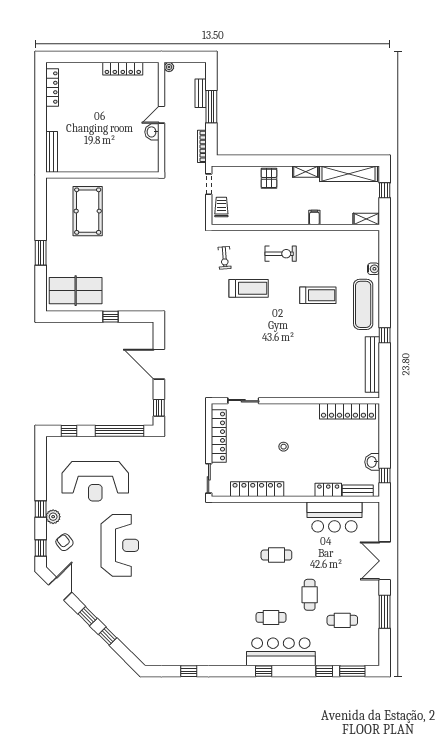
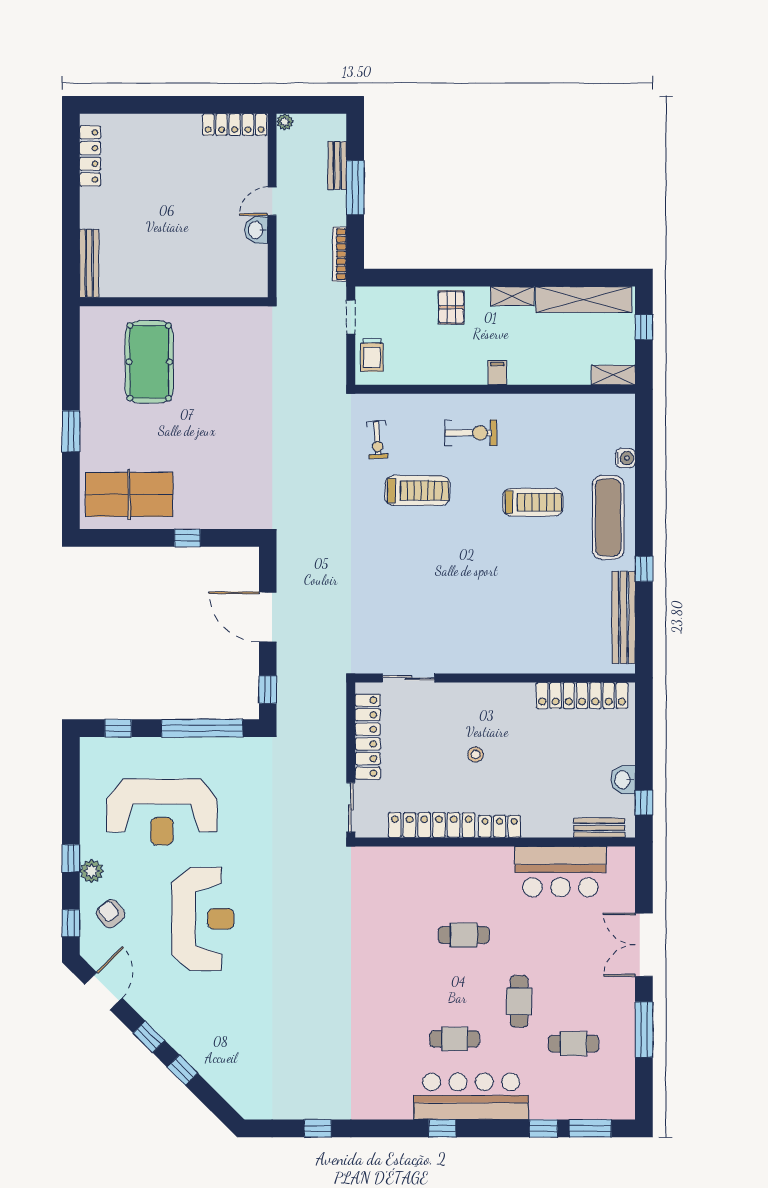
locker: (123, 69) -> (235, 125), moved
trolley: (221, 207) -> (372, 355), turned 180
filing cabinet: (314, 217) -> (497, 373), moved
locker: (328, 490) -> (500, 826), moved

